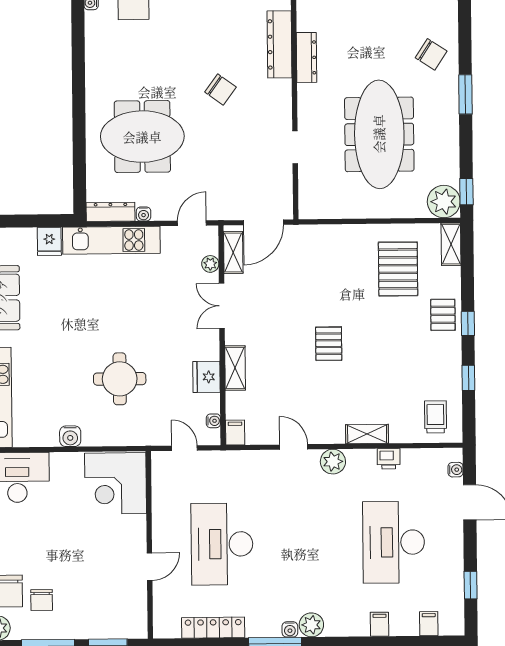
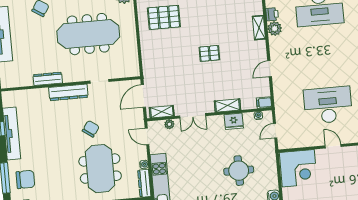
dresser: (279, 44) -> (68, 92), moved
chair: (220, 90) -> (91, 129), moved
door: (263, 222) -> (143, 96), swing flipped
plant: (333, 462) -> (275, 29), moved
desk: (222, 544) -> (328, 105), turned 180
door: (150, 567) -> (333, 146), moved

